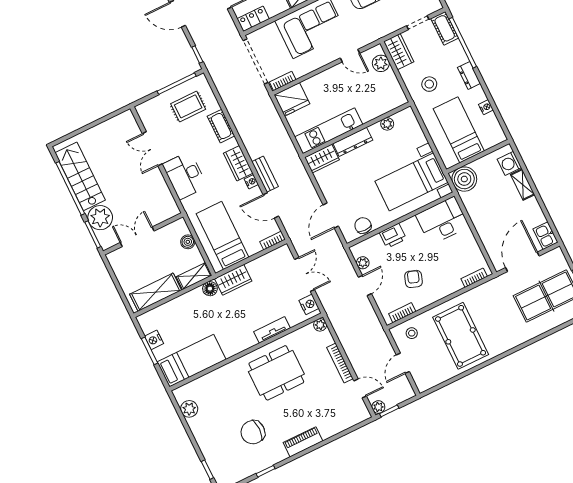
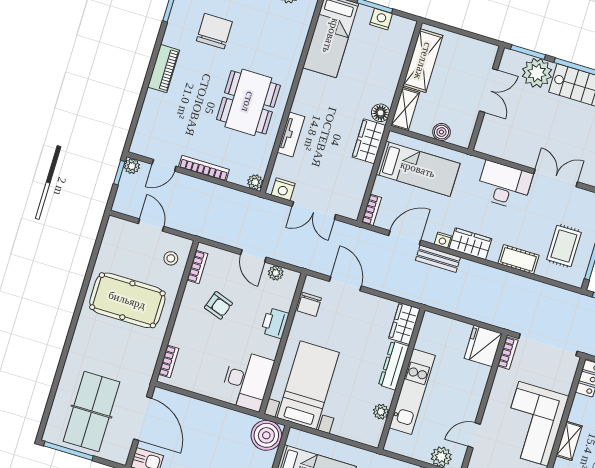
kitchen unit: (329, 131) -> (412, 392), moved
chair: (363, 226) -> (309, 304), turned 90

